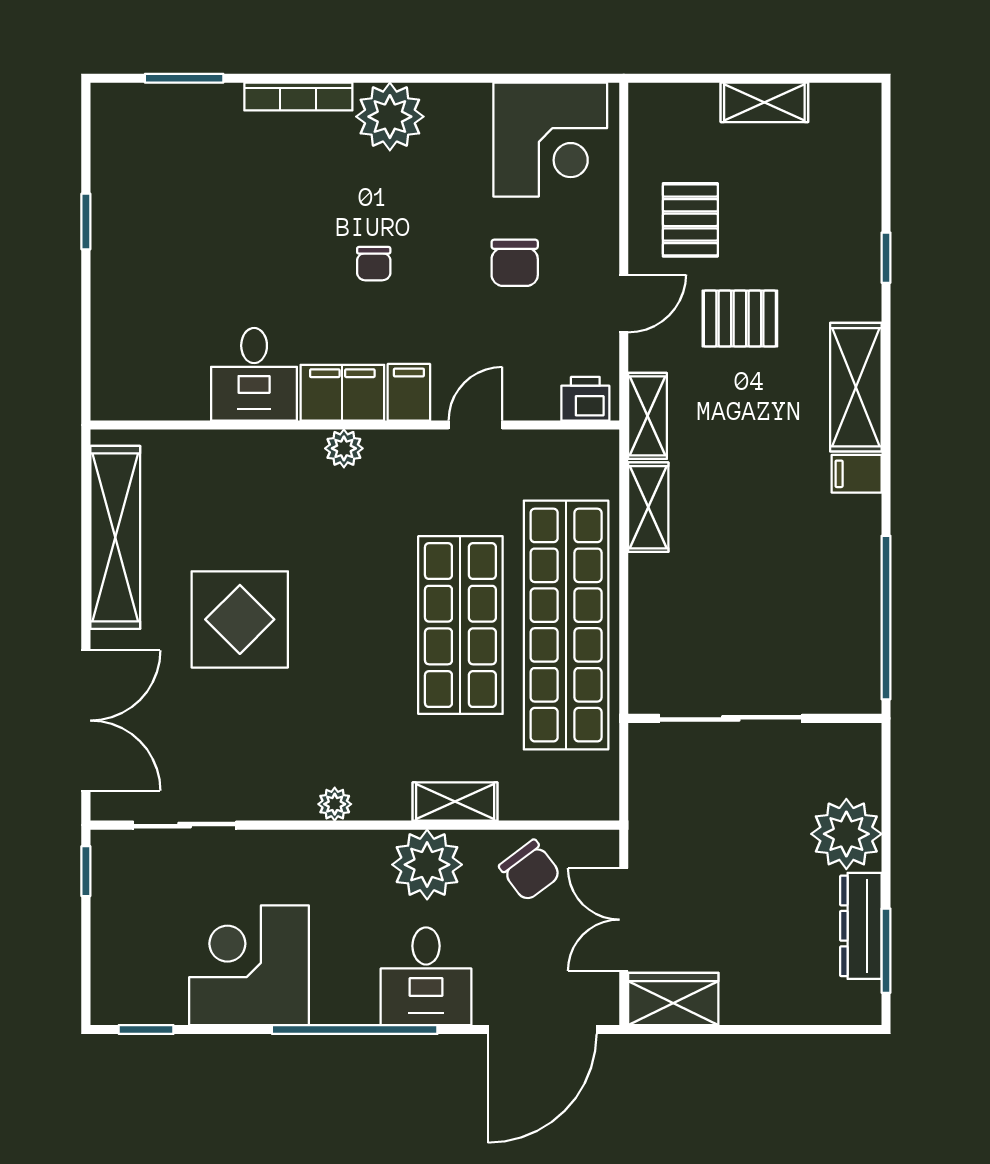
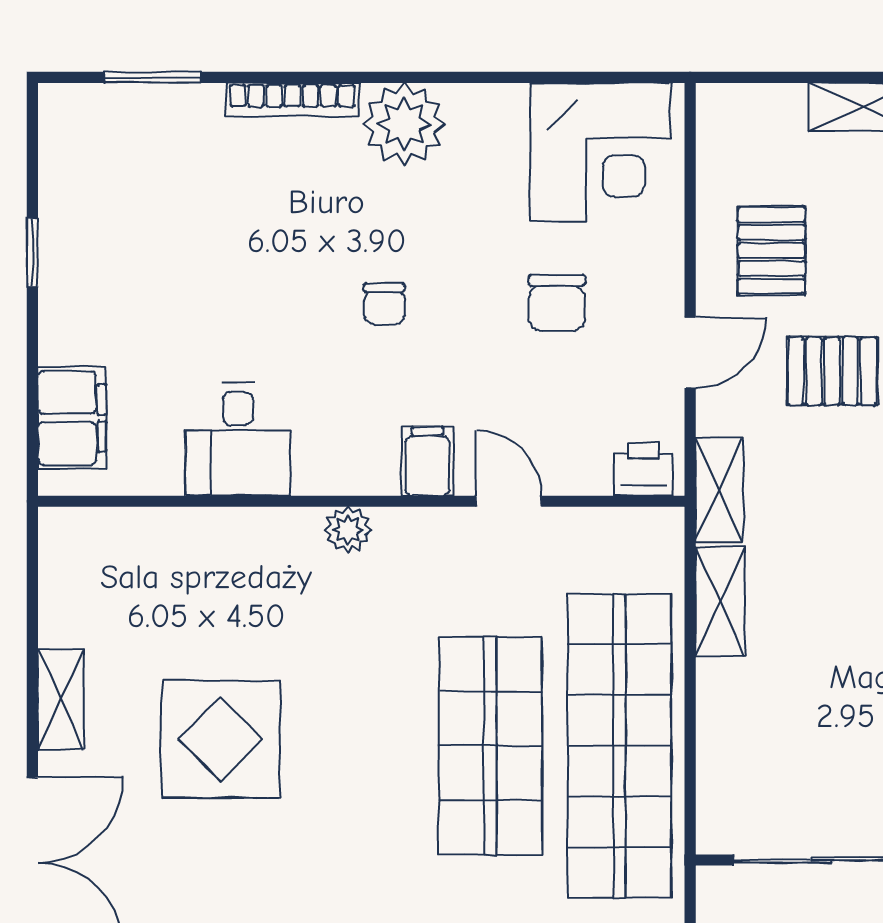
filing cabinet: (342, 393) -> (72, 418), moved, turned 90
door: (475, 425) -> (509, 501), hinge flipped
shelving: (115, 537) -> (61, 700), width x0.45, depth x0.75

